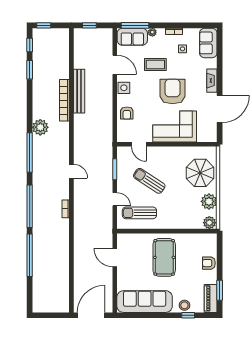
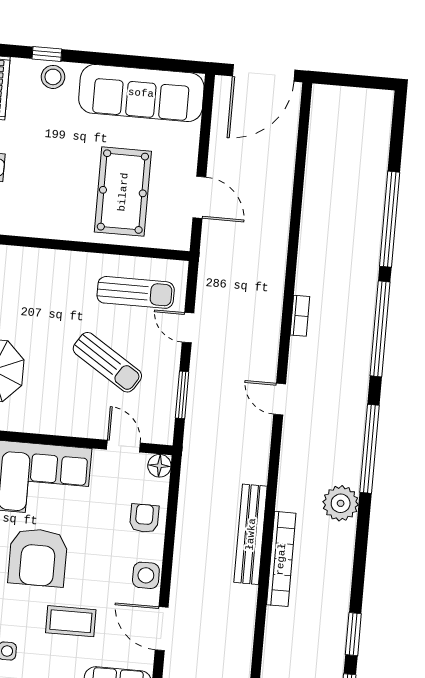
bench: (79, 91) -> (251, 534), moved
floor lamp: (122, 137) -> (159, 466), added
pool table: (164, 257) -> (123, 192), moved

